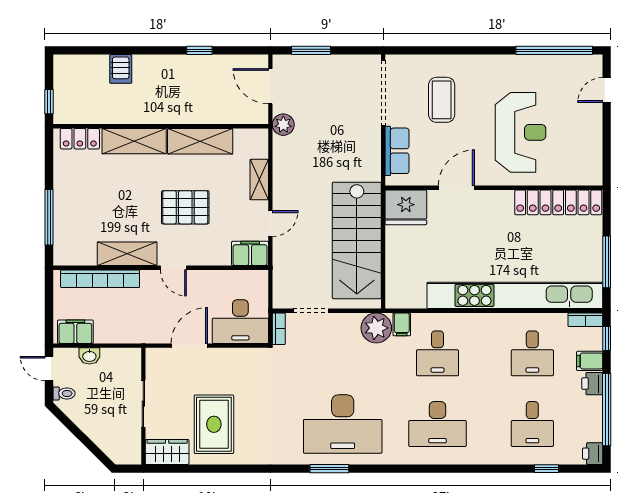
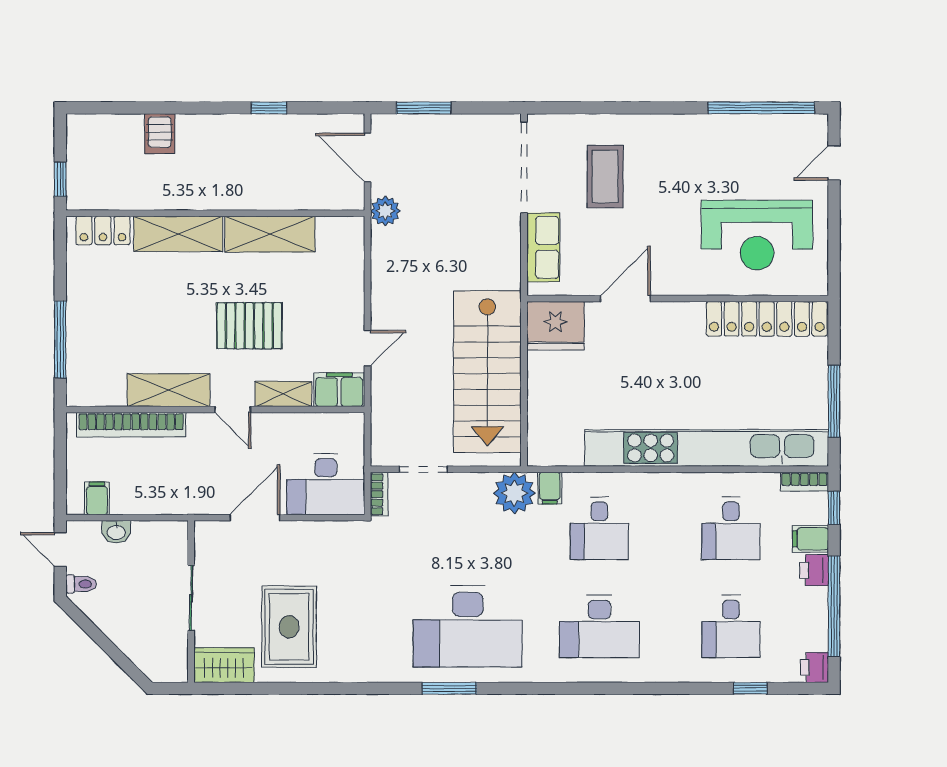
reception desk: (521, 132) -> (757, 235), moved, turned 90
shelving: (259, 180) -> (283, 394), moved, turned 90
filing cabinet: (75, 332) -> (97, 498), width x0.50

